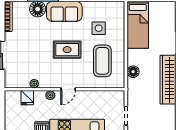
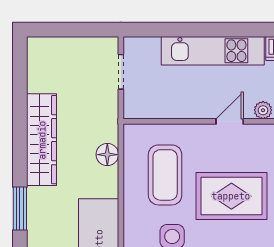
rug: (67, 50) -> (231, 196), width x1.36, depth x1.43

